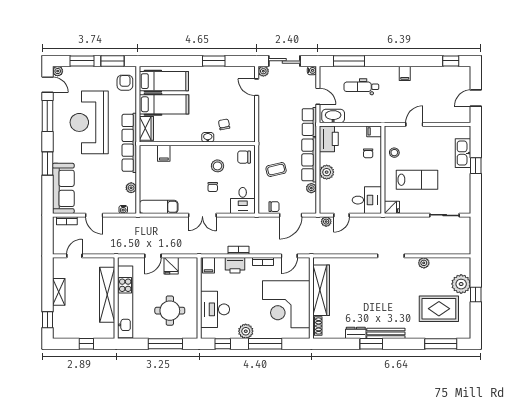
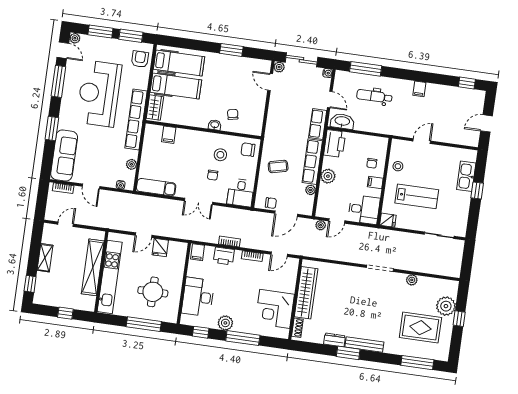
filing cabinet: (374, 131) -> (375, 182), moved
corner desk: (286, 304) -> (275, 309), width x0.74, depth x0.74

